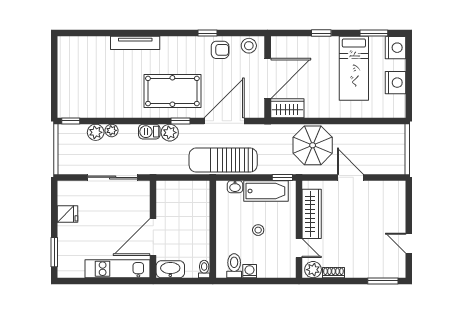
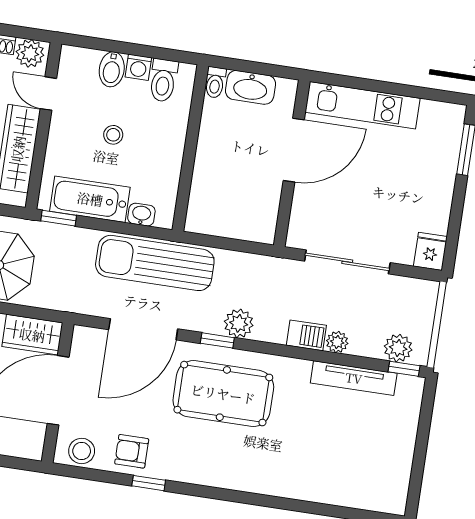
tv unit: (135, 43) -> (354, 378), moved, turned 180
plant: (96, 132) -> (398, 348), moved
barbecue: (149, 132) -> (306, 335), moved
sun lounger: (223, 160) -> (155, 263), turned 180
fridge: (67, 214) -> (430, 251), moved, turned 90
bidet: (265, 268) -> (112, 69), added
washbasin: (170, 269) -> (250, 87), moved

